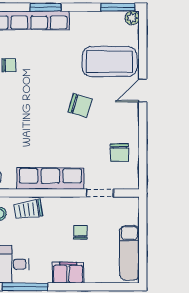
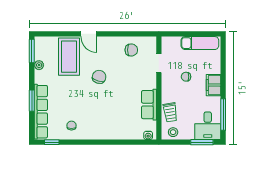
plant: (132, 18) -> (39, 65), moved
row of seats: (50, 178) -> (149, 105), width x0.68

